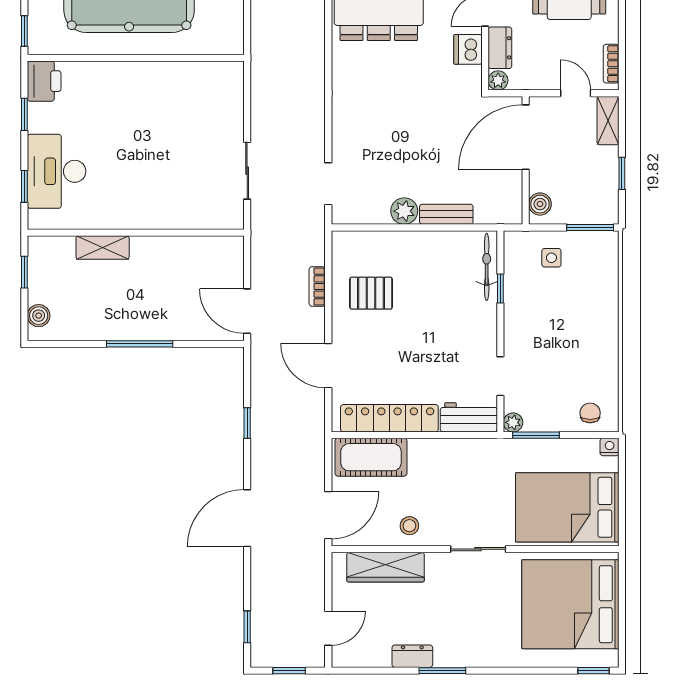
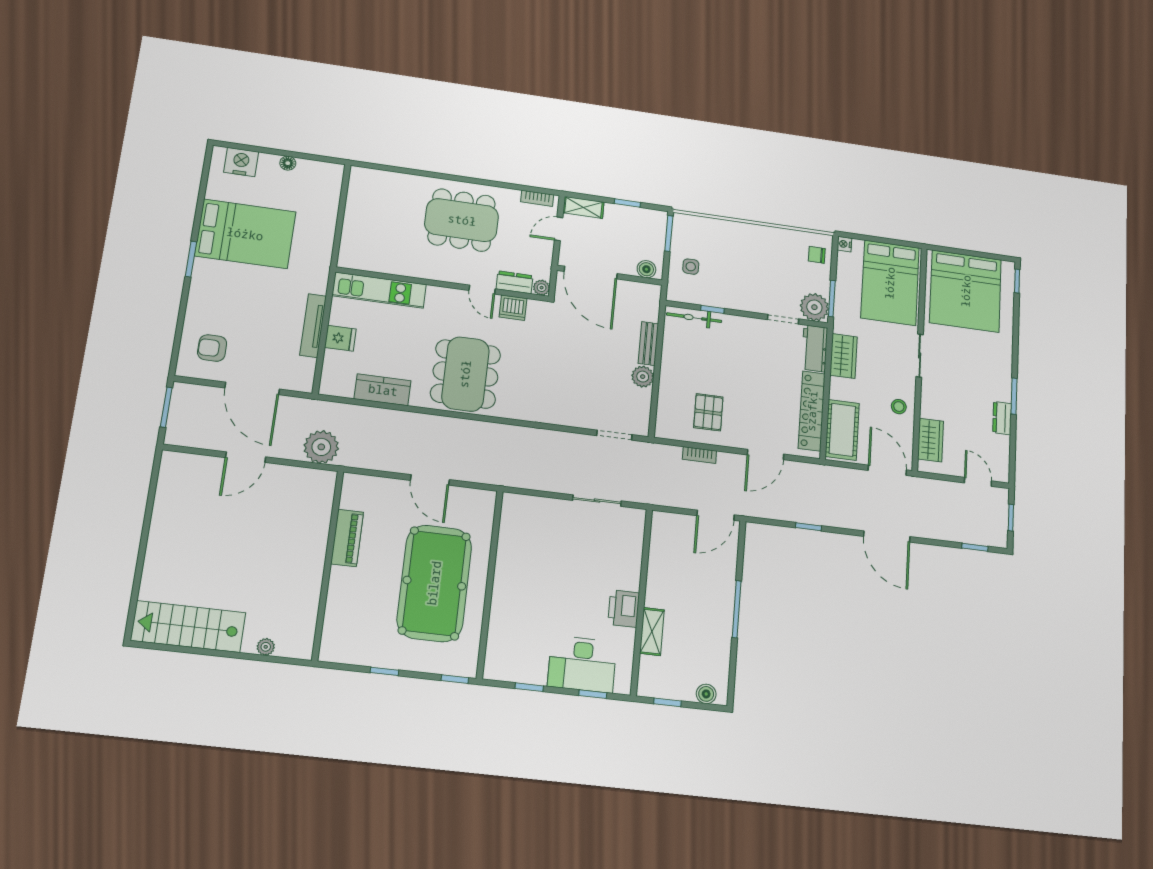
printer: (44, 81) -> (624, 609), moved, turned -90
plant: (513, 422) -> (814, 307), width x1.87, depth x1.87
wardrobe: (464, 454) -> (844, 356), added
wardrobe: (386, 567) -> (931, 440), width x0.67

